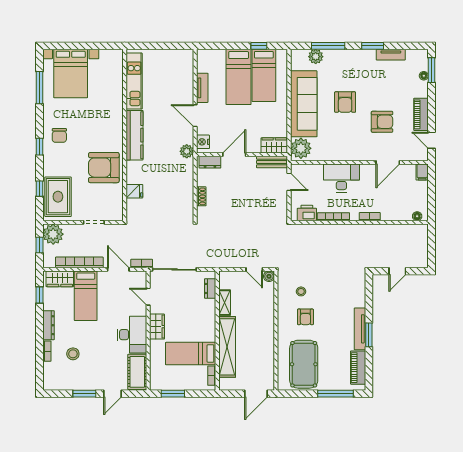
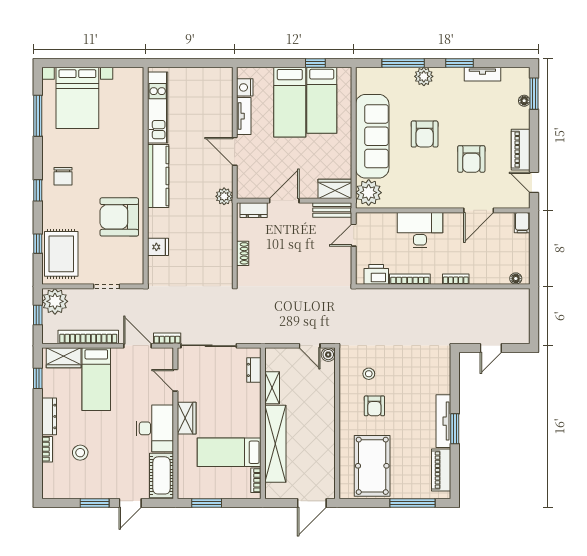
plant: (316, 57) -> (424, 76), moved
armchair: (382, 122) -> (471, 159), turned 90
nightstand: (203, 142) -> (245, 87), moved
door: (289, 182) -> (354, 235), swing flipped

